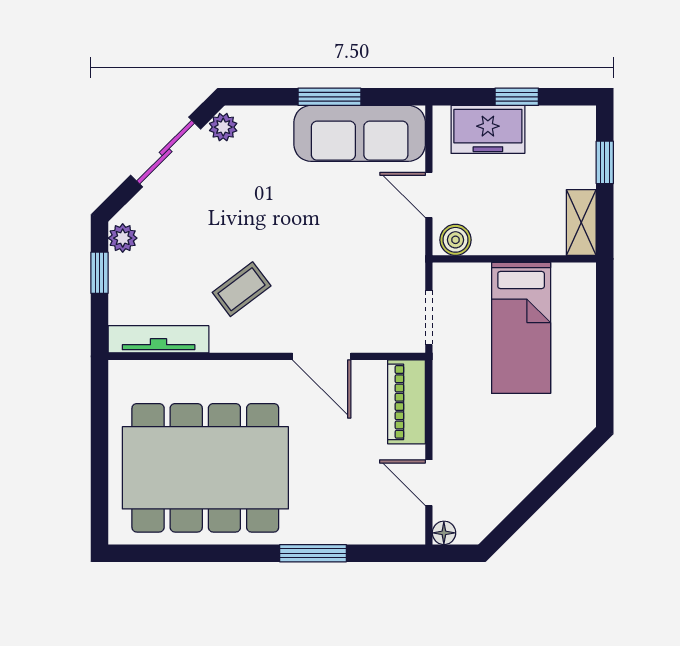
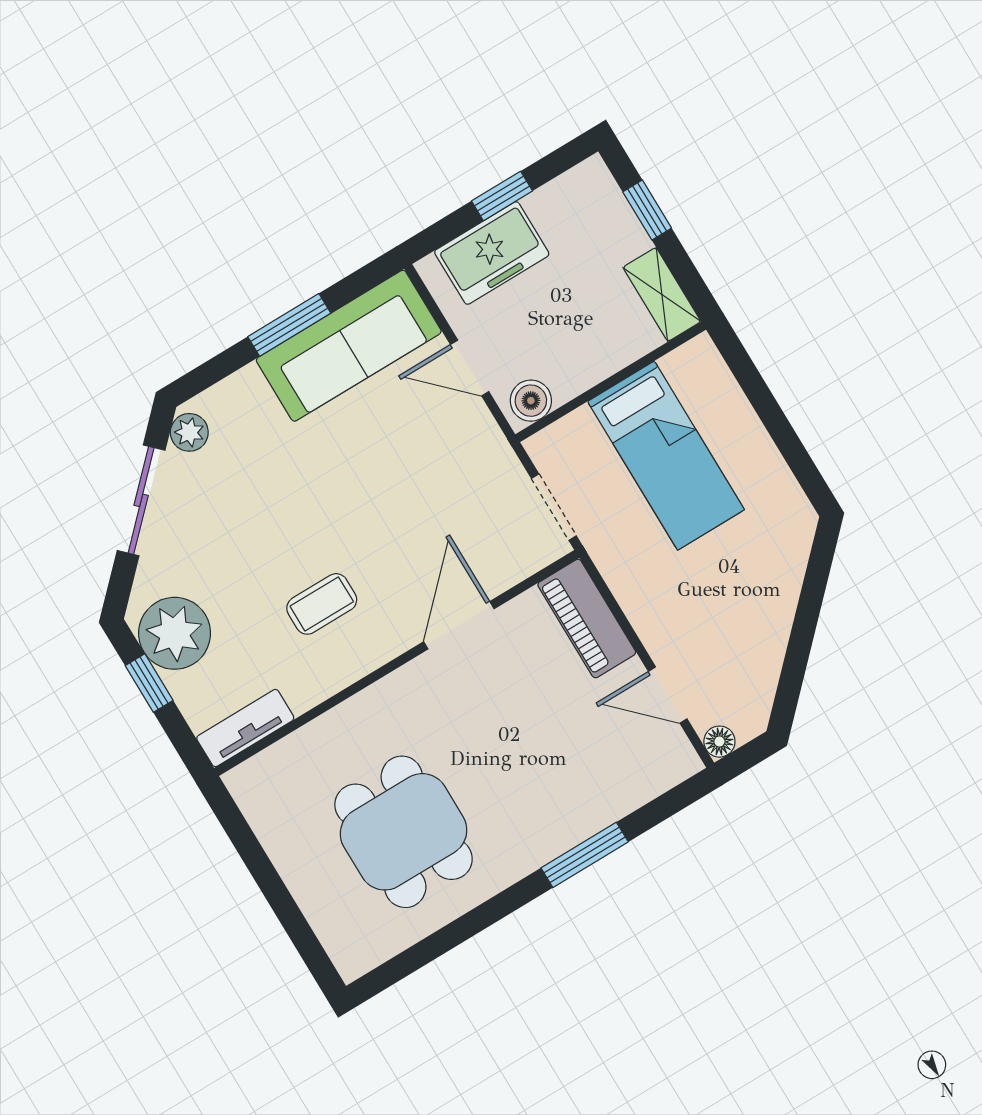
plant: (123, 238) -> (175, 633), width x1.87, depth x1.87
coffee table: (242, 289) -> (322, 604), turned 37
tv unit: (159, 339) -> (245, 728), width x0.71
door: (322, 356) -> (459, 625), swing flipped
dining table: (205, 468) -> (404, 832), width x0.53, depth x0.80

